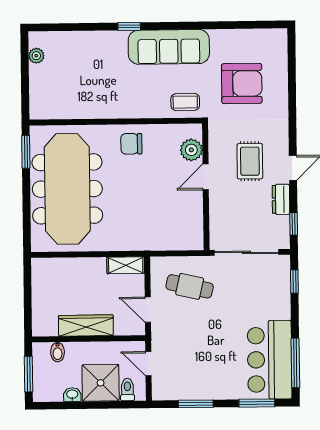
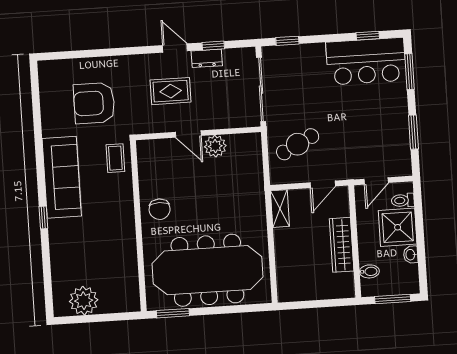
plant: (36, 56) -> (84, 301), width x1.87, depth x1.87
armchair: (242, 84) -> (94, 103), turned -90
plant: (191, 150) -> (215, 146), moved
window: (294, 224) -> (213, 46), moved
cafe table: (190, 286) -> (298, 144), turned 50
window: (295, 363) -> (368, 36), width x0.46

